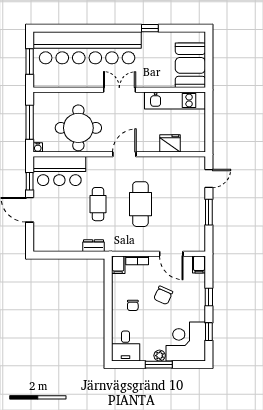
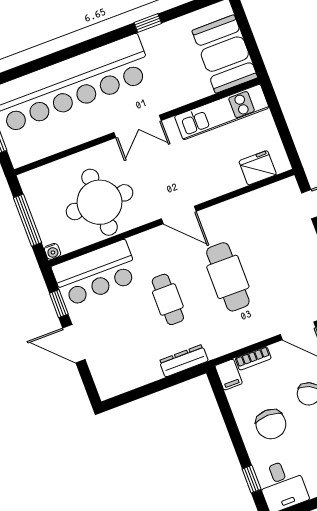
double door: (119, 90) -> (137, 126), swing flipped
fridge: (170, 143) -> (258, 168), moved
door: (124, 154) -> (179, 215), swing flipped
dresser: (94, 246) -> (184, 361), width x1.44
chair: (133, 305) -> (271, 424), width x1.87, depth x1.87
window: (108, 335) -> (252, 479), added

